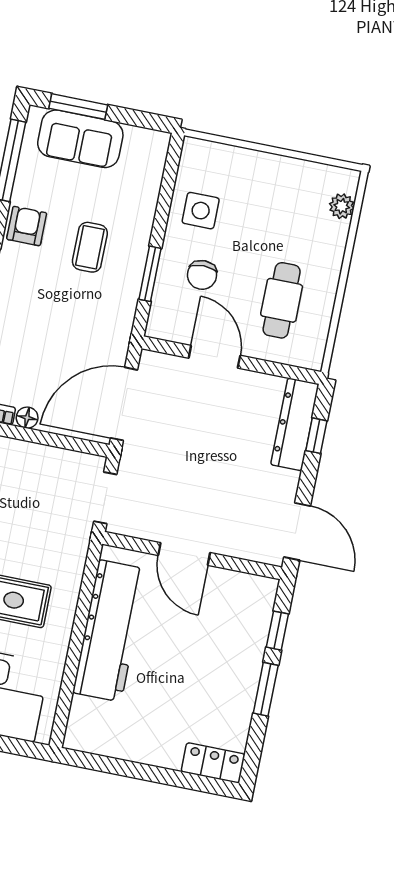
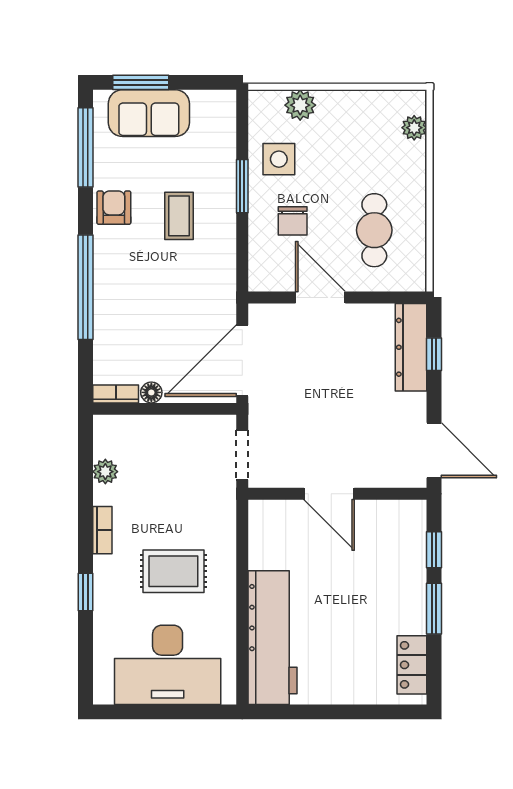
plant: (233, 161) -> (300, 105), added
window: (150, 274) -> (242, 186), moved
workbench: (110, 631) -> (272, 638), moved
locker: (213, 763) -> (412, 665), moved, turned -90

